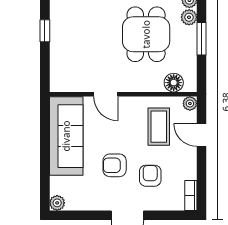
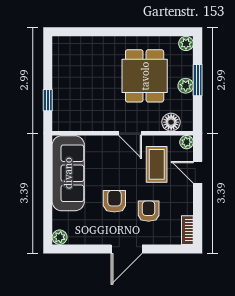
plant: (189, 17) -> (186, 86), moved
window: (45, 31) -> (48, 100), moved
door: (106, 94) -> (130, 133), moved
armchair: (115, 165) -> (114, 201), turned 90

